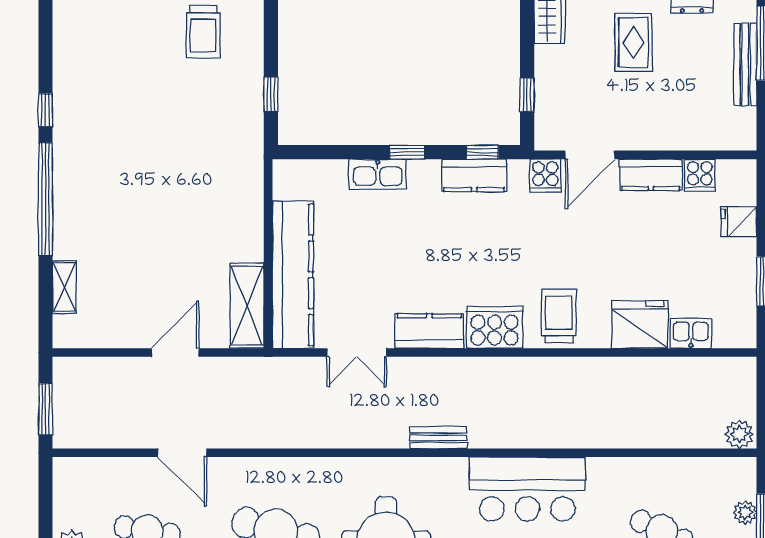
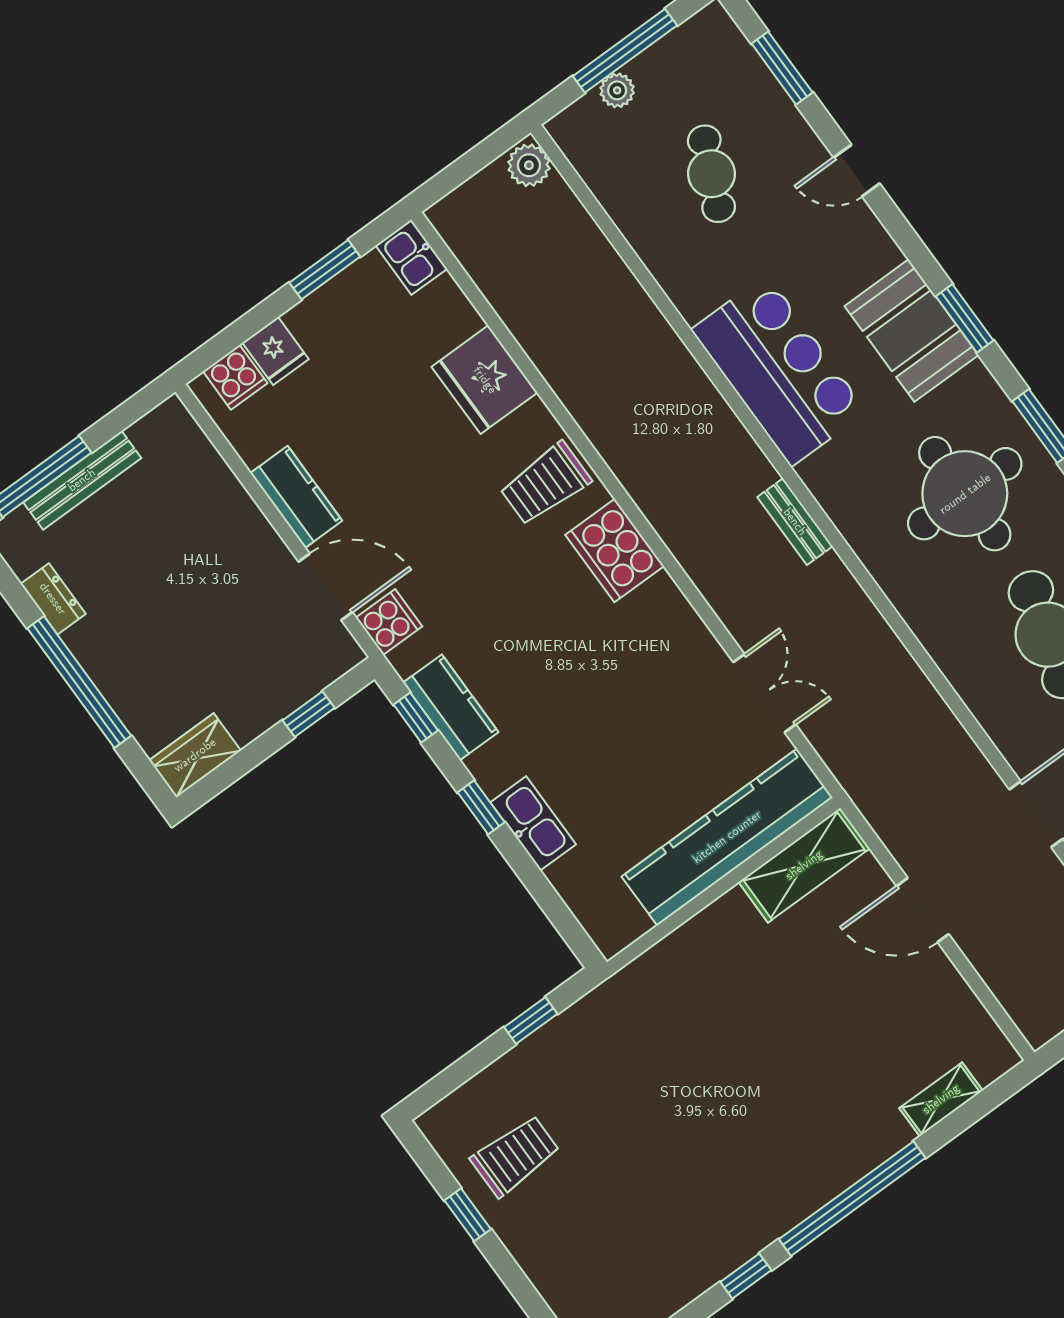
rug: (634, 42) -> (153, 633), removed
cooker: (700, 175) -> (235, 377), moved, turned 90
kitchen counter: (429, 331) -> (675, 625), removed
kitchen sink: (691, 333) -> (411, 257), moved

